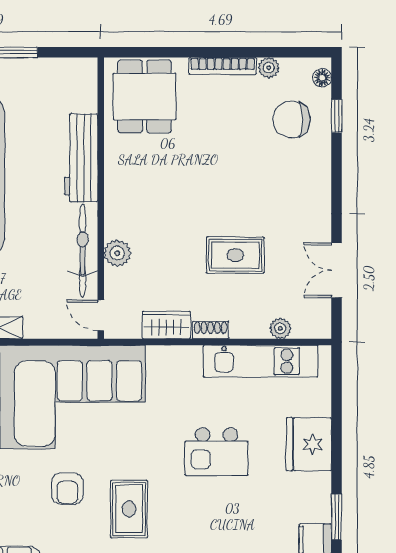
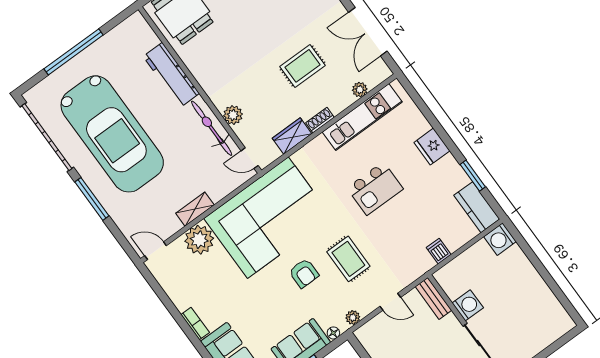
double door: (337, 270) -> (368, 32), width x1.37
fridge: (309, 444) -> (432, 147), width x0.73, depth x0.75

